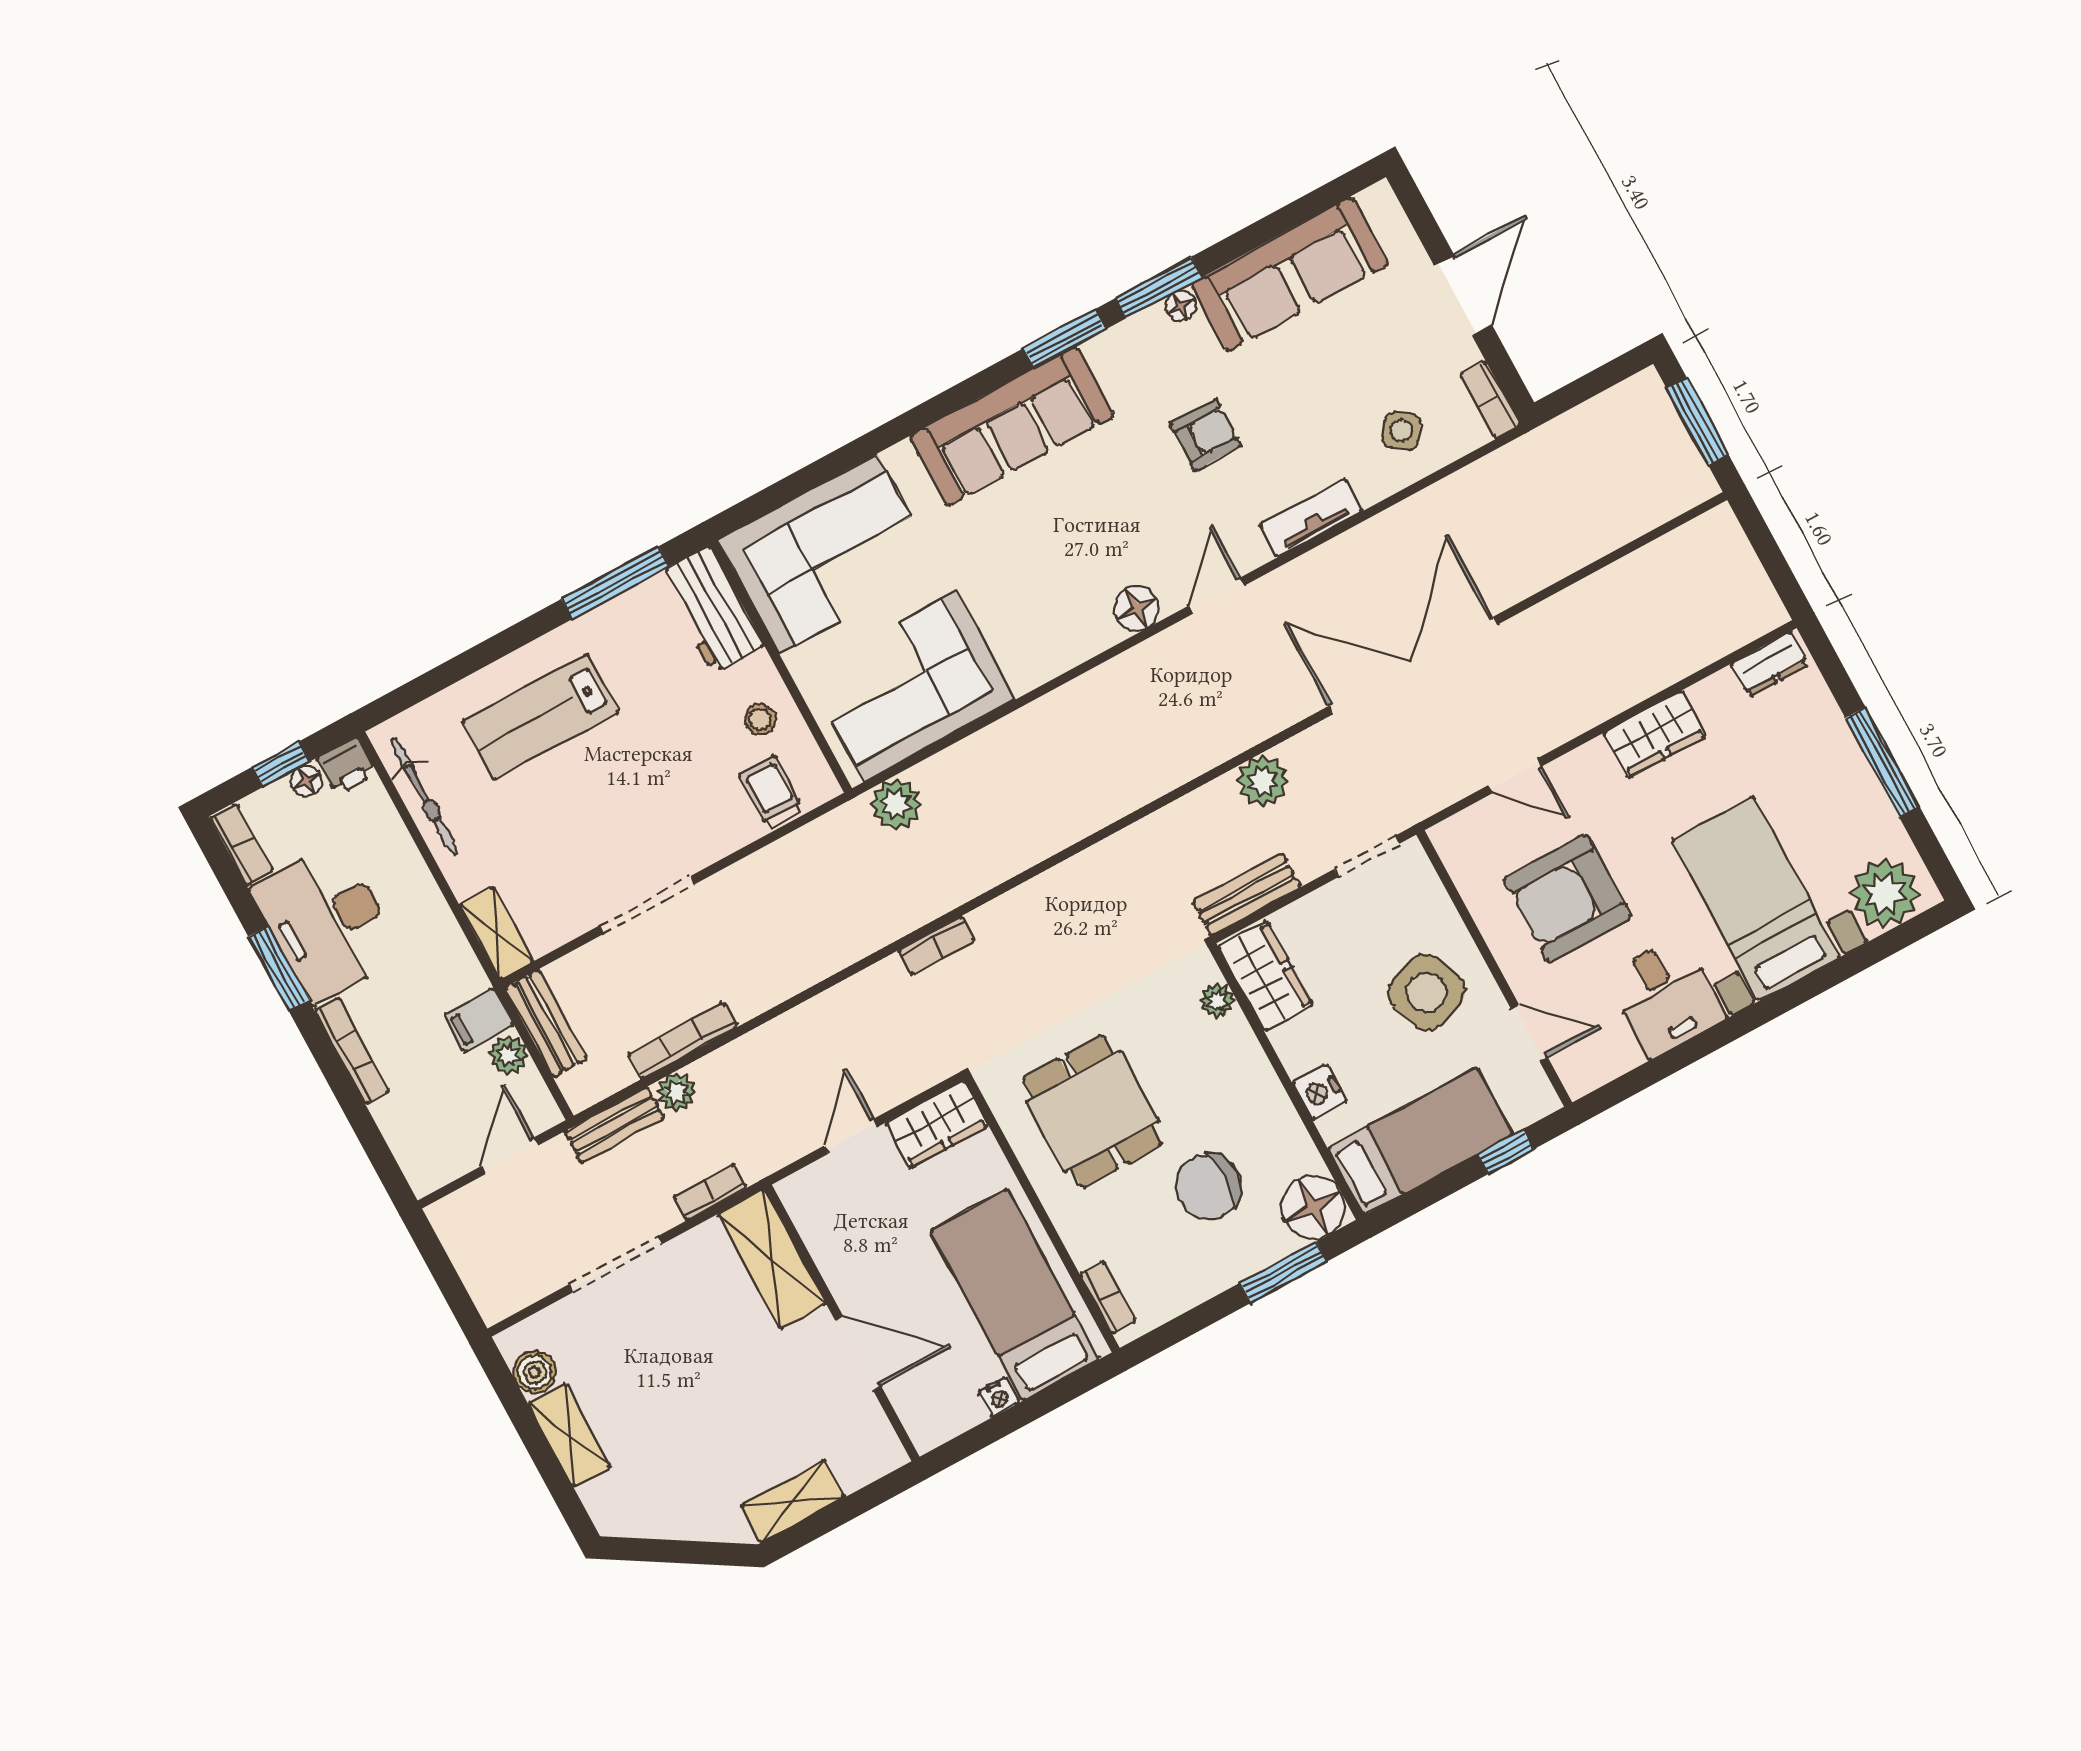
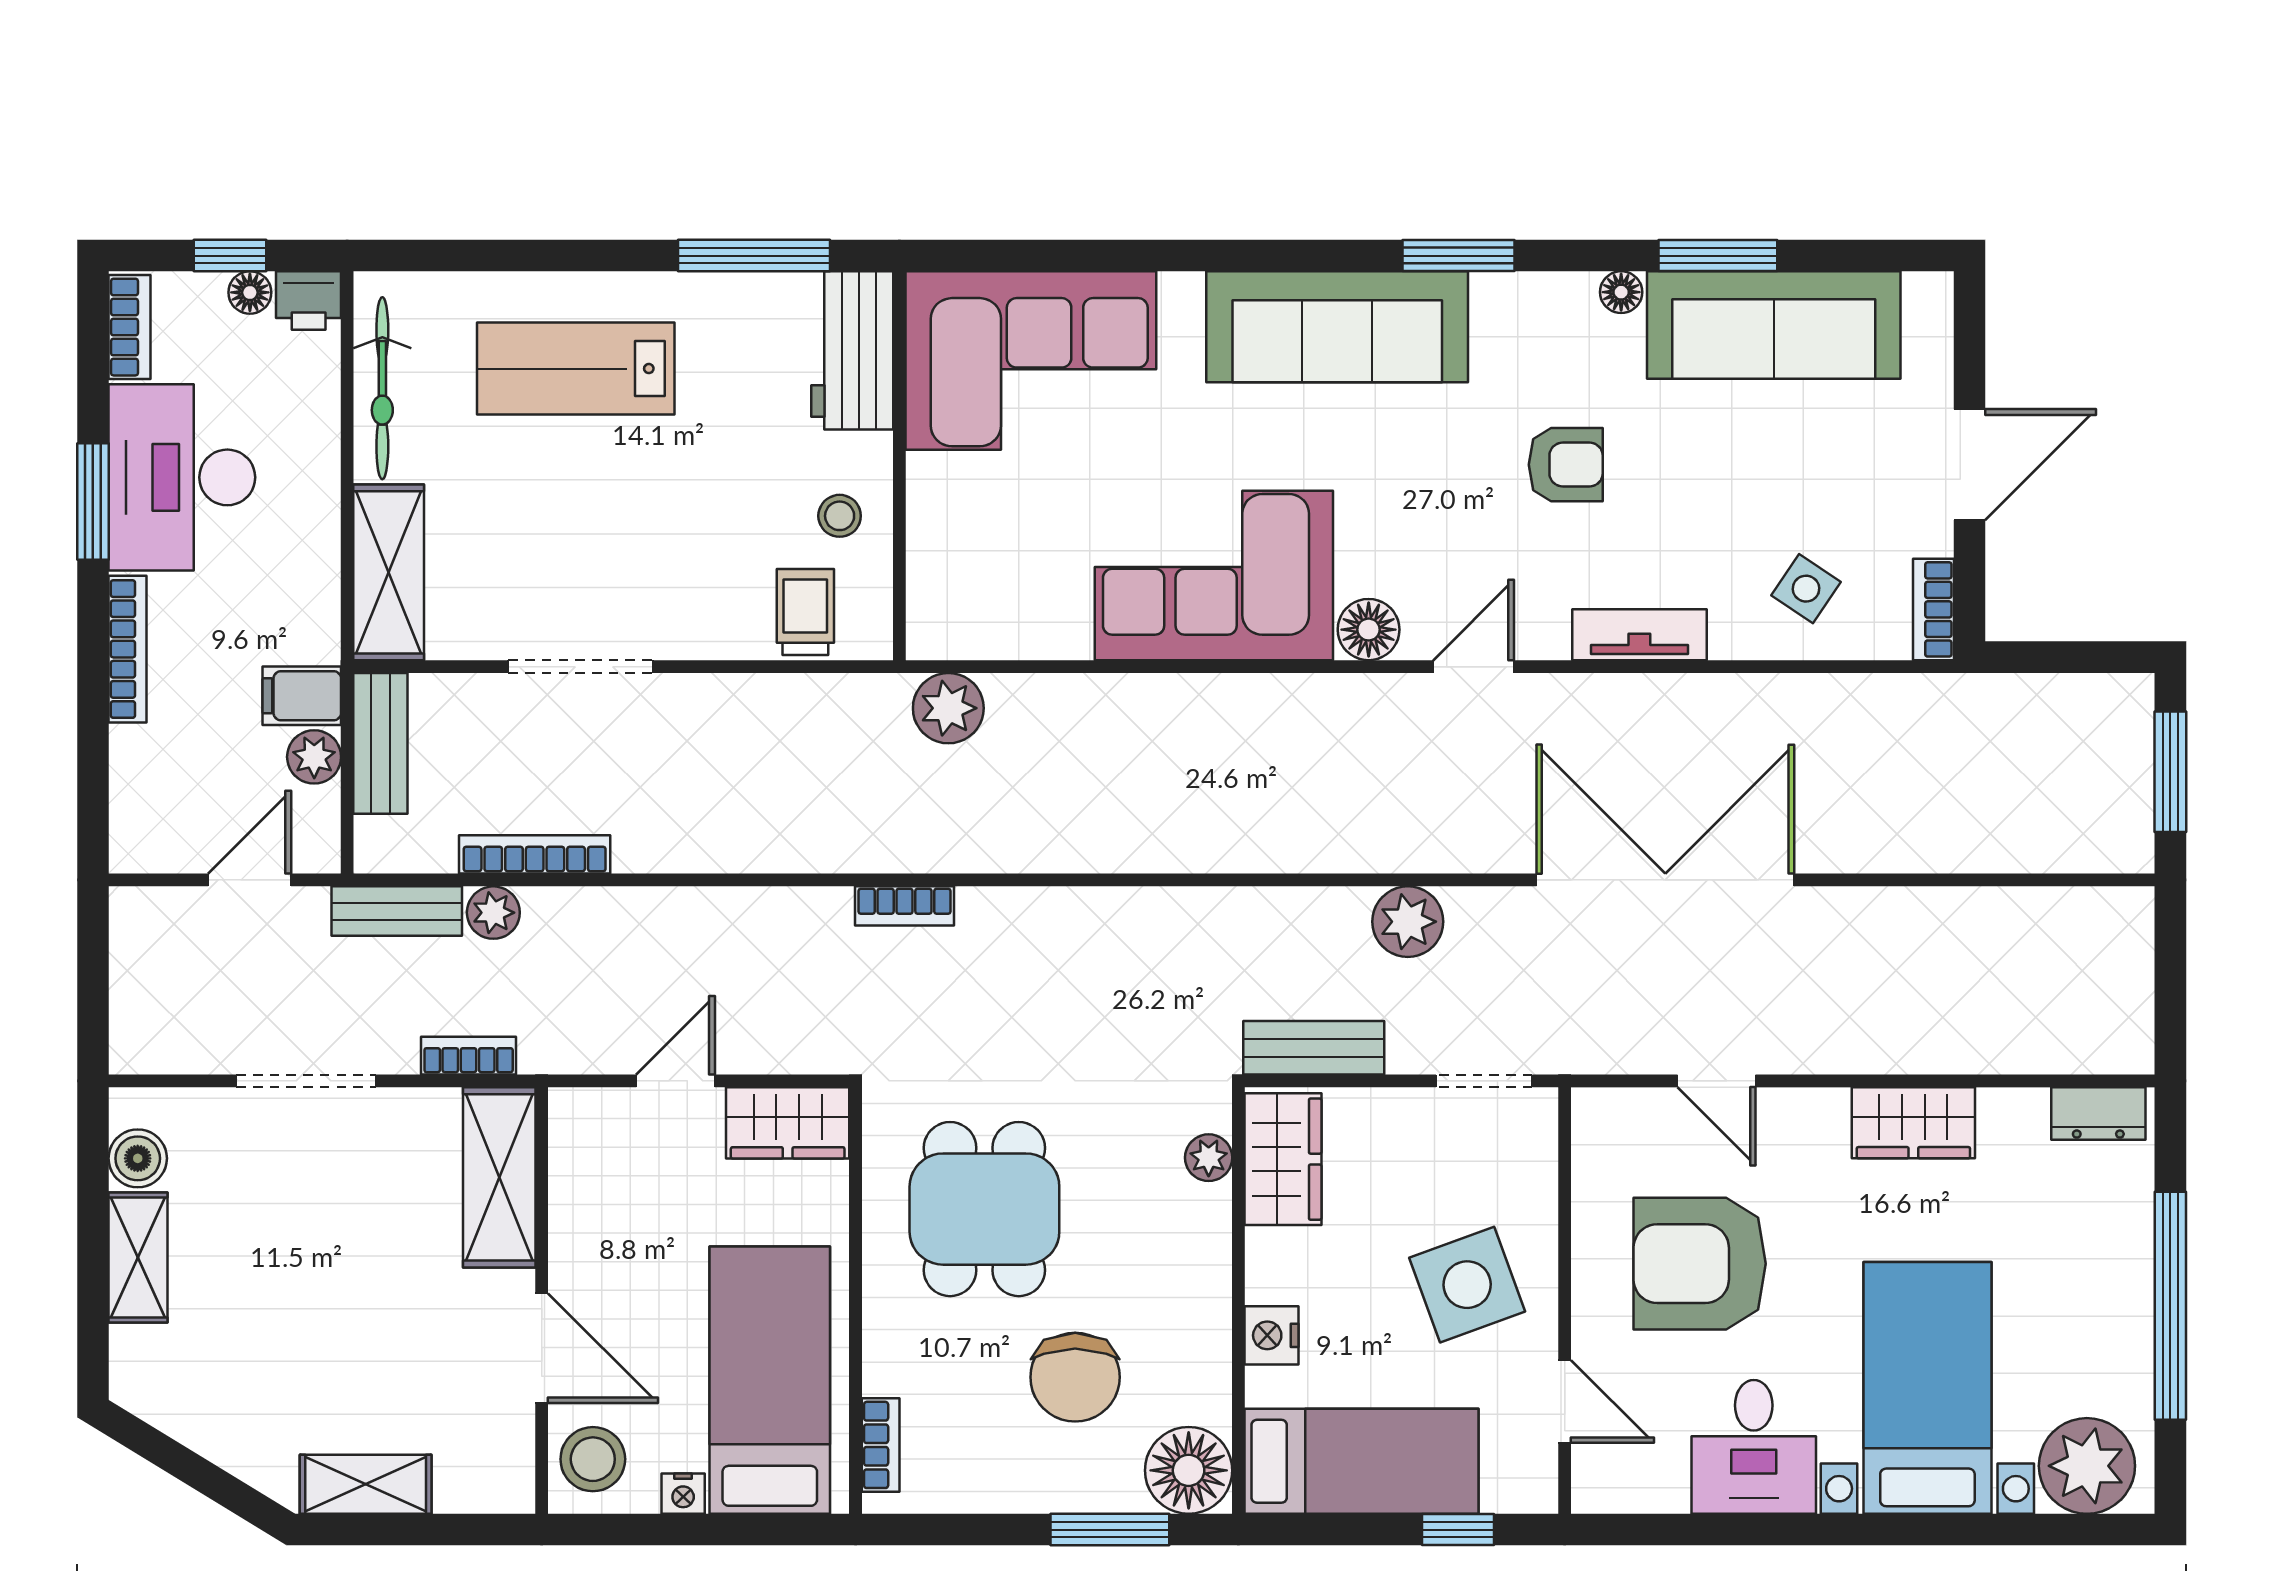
window: (1159, 288) -> (1718, 256), moved
corner sofa: (911, 686) -> (1214, 575), moved
window: (1882, 762) -> (2170, 1306), width x1.46
shelving: (496, 933) -> (389, 572), width x1.50, depth x1.33
chair: (1208, 1187) -> (1075, 1377), turned -90
stool: (929, 1406) -> (593, 1459), added

